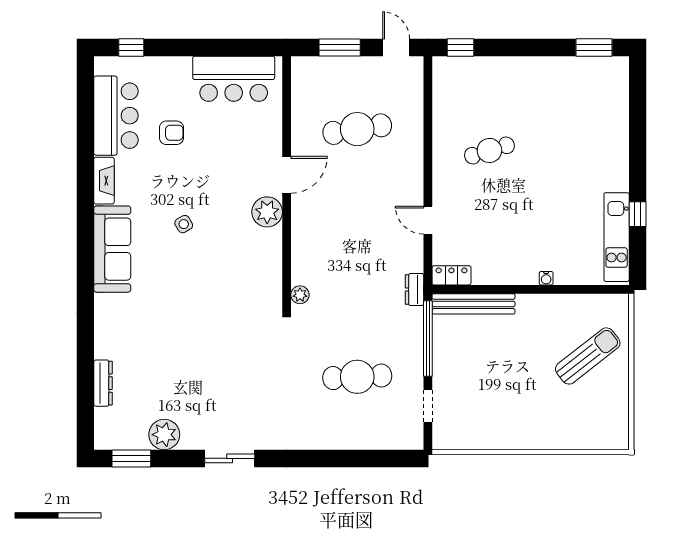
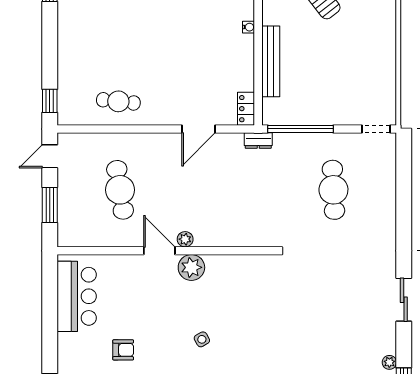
armchair: (171, 133) -> (123, 350), turned 90
cafe table: (489, 150) -> (118, 101), moved, turned -67
door: (428, 220) -> (198, 129), width x1.38
plant: (300, 295) -> (185, 239), moved
bench: (473, 304) -> (271, 61), moved
doorway: (428, 406) -> (376, 129), moved
plant: (164, 435) -> (389, 362), width x0.53, depth x0.53

